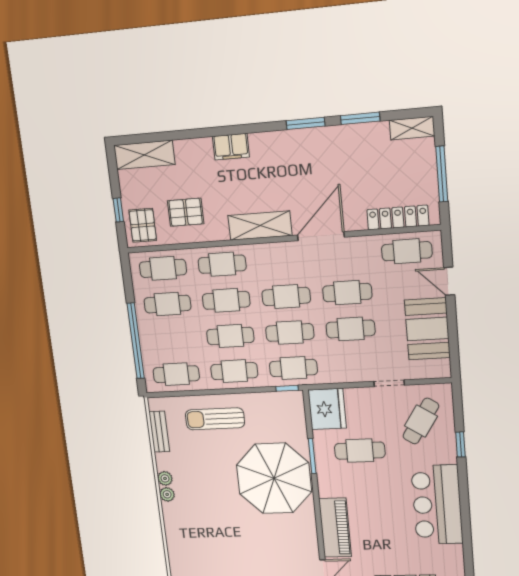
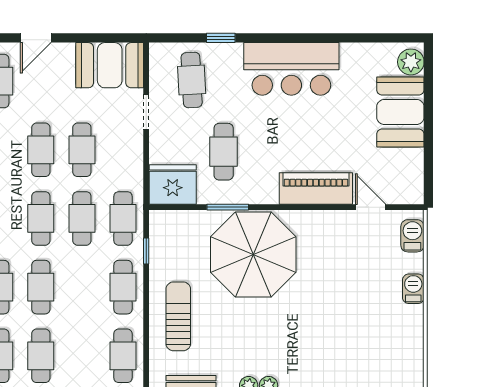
booth: (427, 329) -> (110, 65), moved
cafe table: (230, 336) -> (82, 287), removed
window: (287, 388) -> (146, 251), moved
sun lounger: (215, 419) -> (178, 316), turned 180
cafe table: (421, 421) -> (192, 80), turned 54

